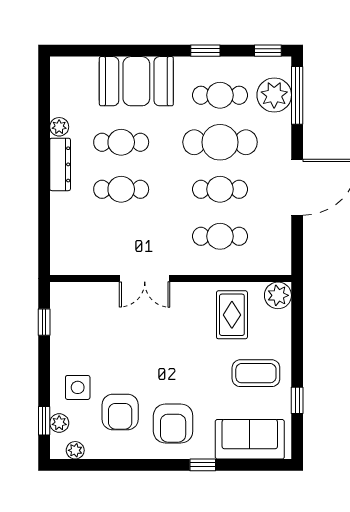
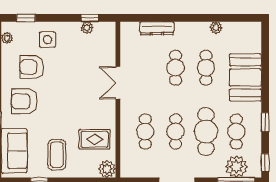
dresser: (60, 164) -> (157, 28), moved
plant: (59, 423) -> (87, 28), moved

